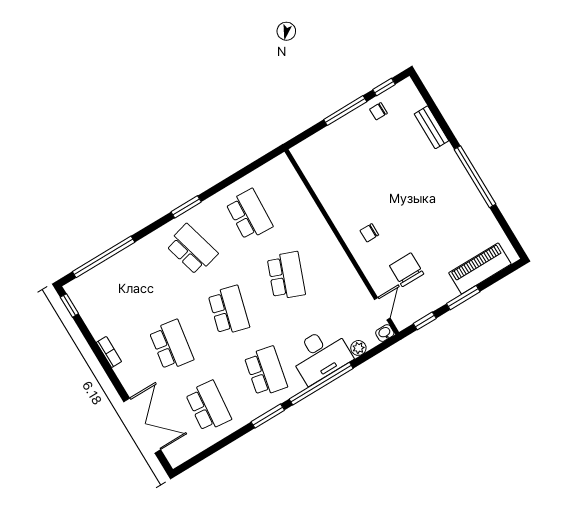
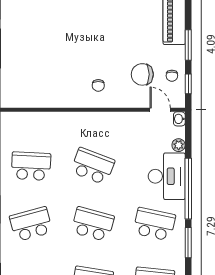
chair: (378, 111) -> (172, 76), moved

